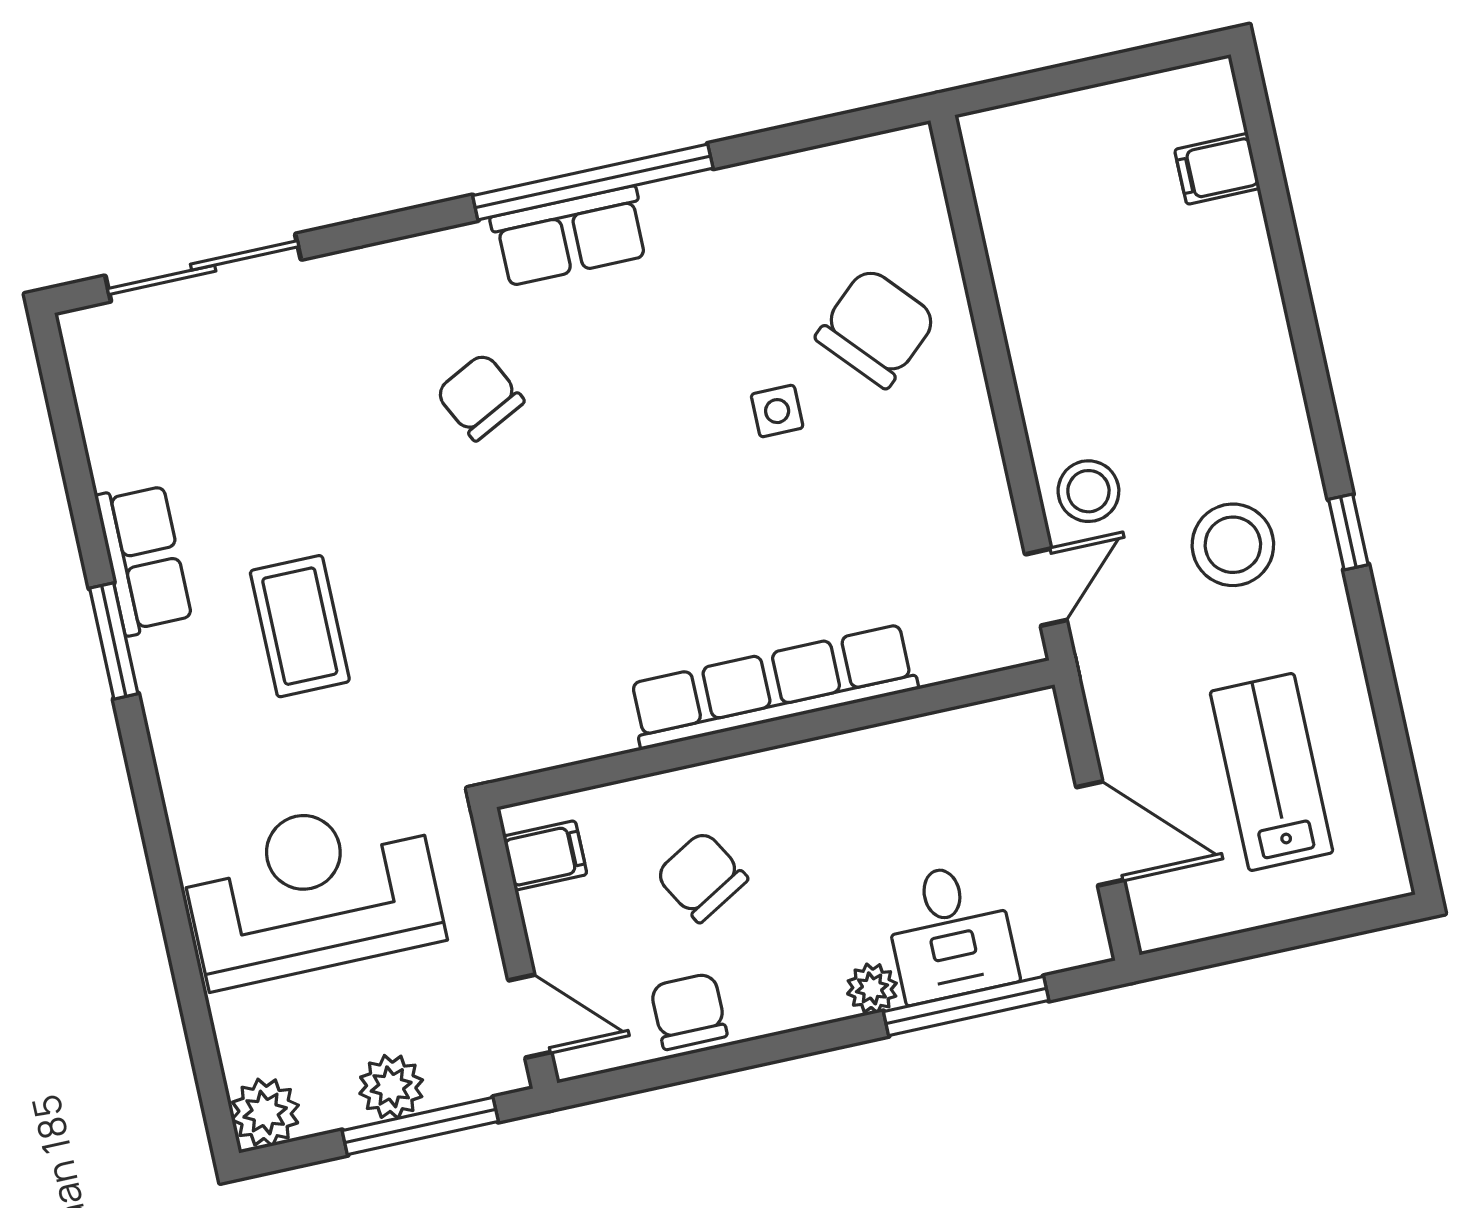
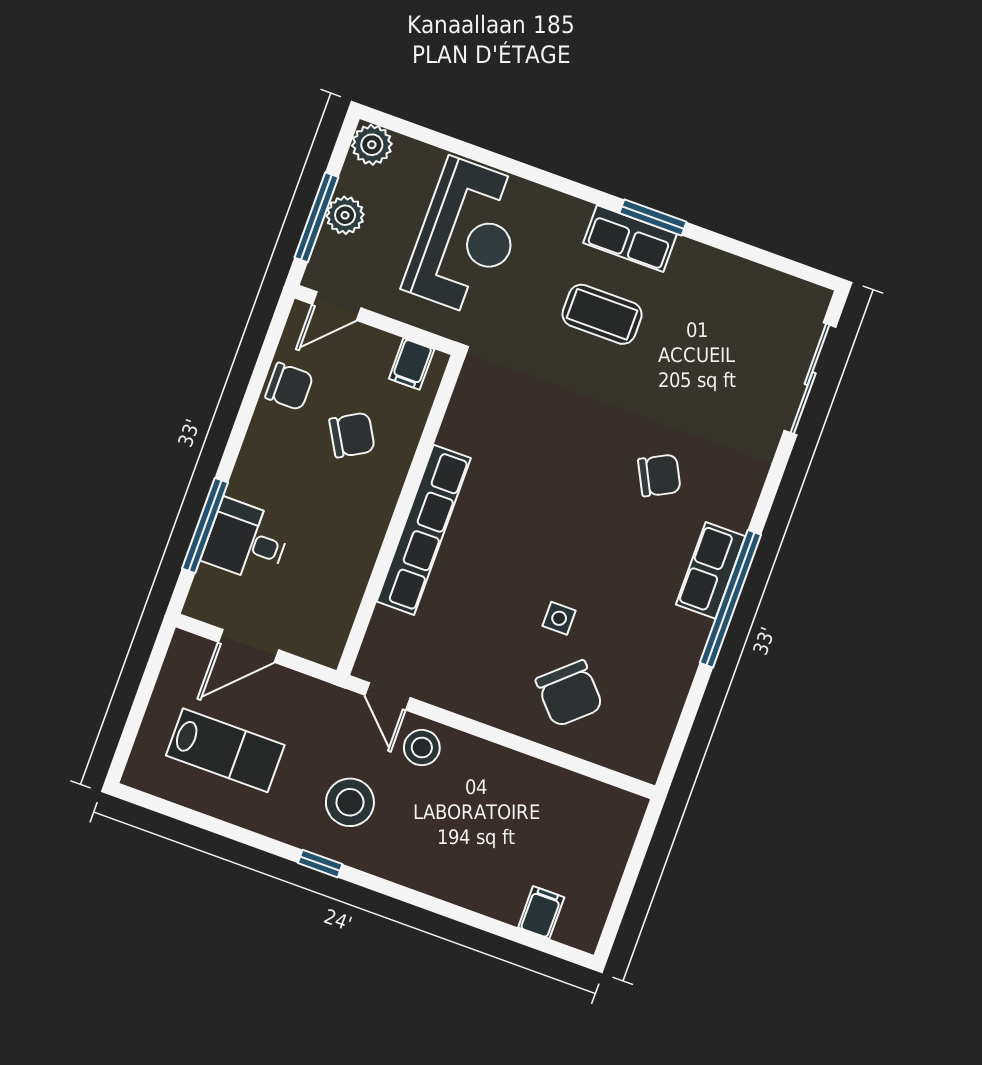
row of seats: (144, 559) -> (630, 238), moved
plant: (872, 988) -> (243, 484), removed

